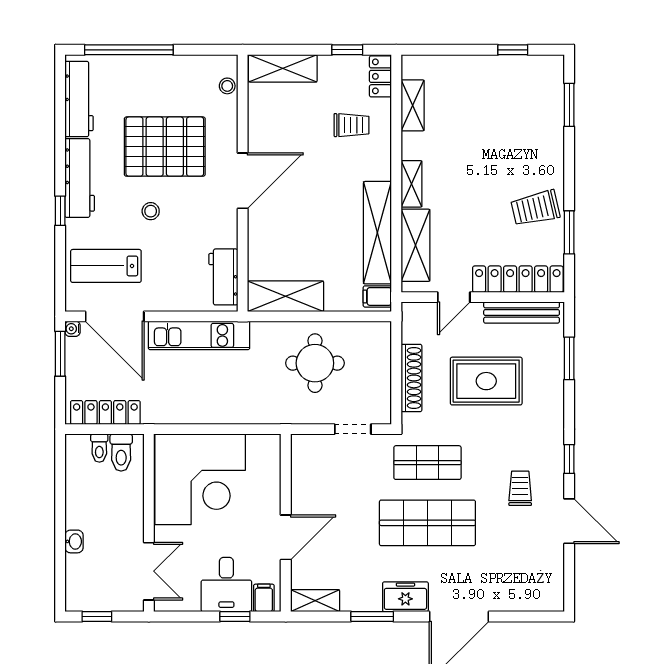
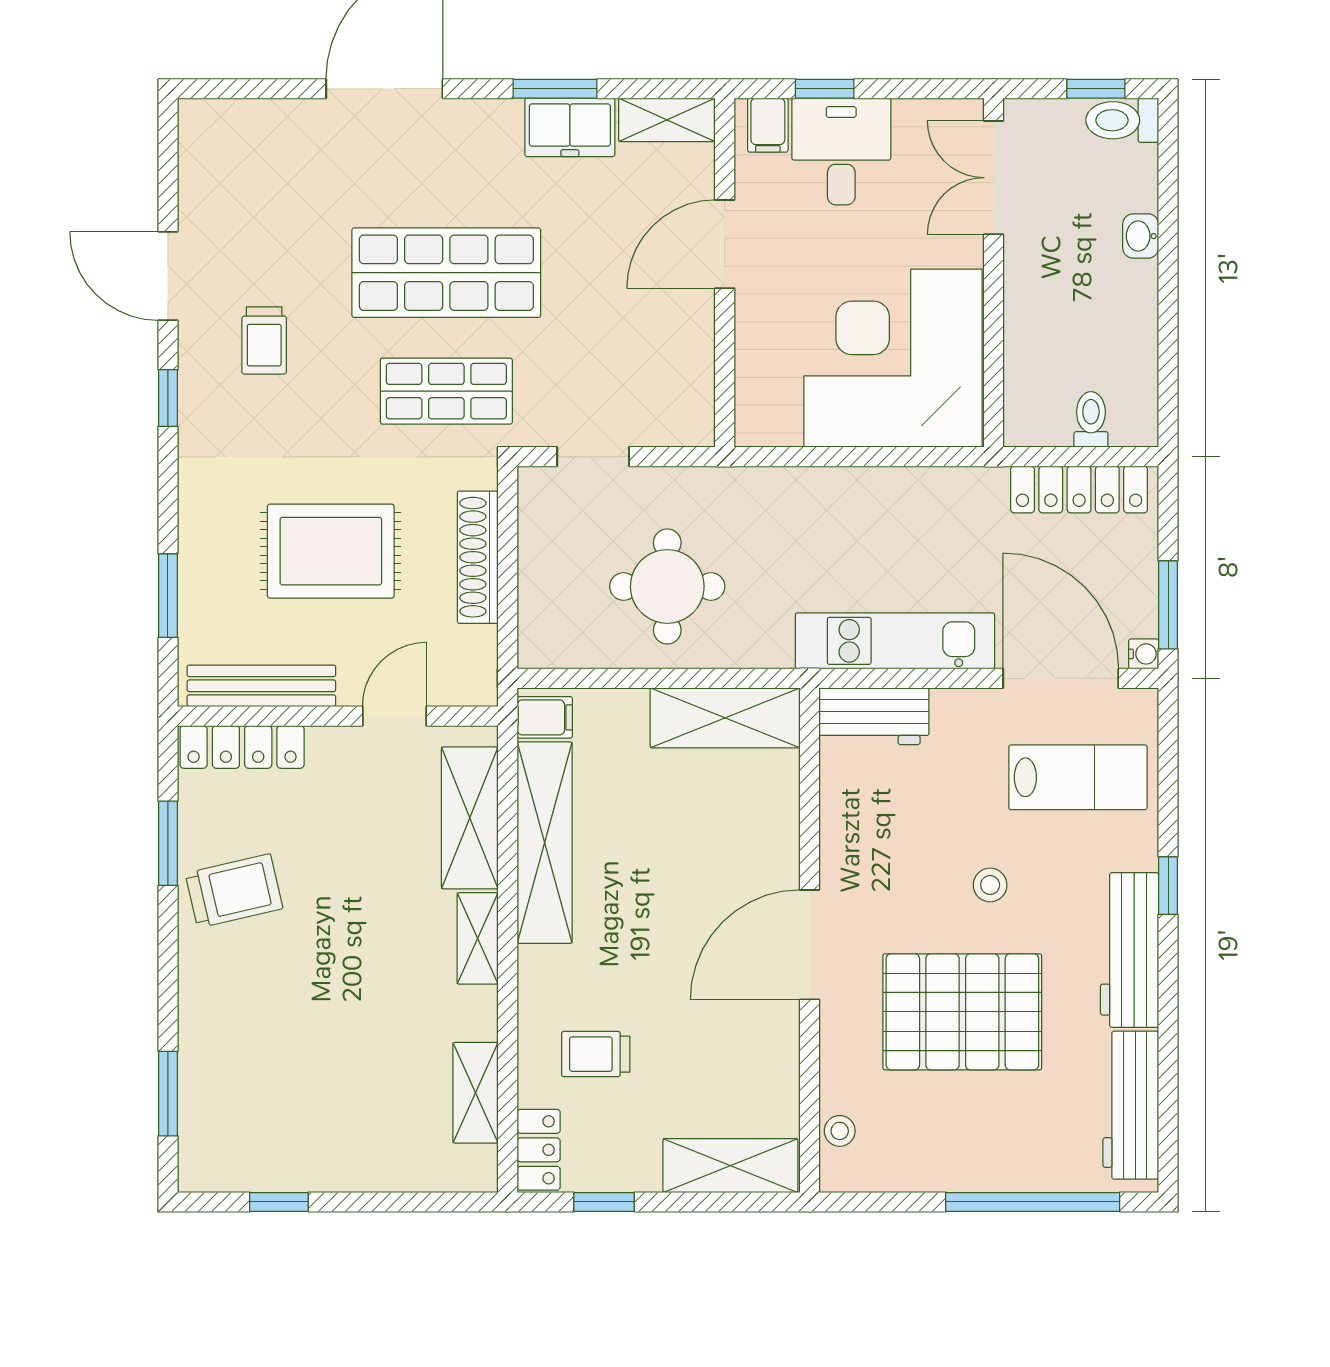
workbench: (223, 277) -> (874, 716), moved, turned 90
locker: (518, 279) -> (242, 747), width x0.71, depth x0.83
toilet: (121, 452) -> (1122, 120), moved, turned -90
freezer: (405, 597) -> (570, 127), moved

